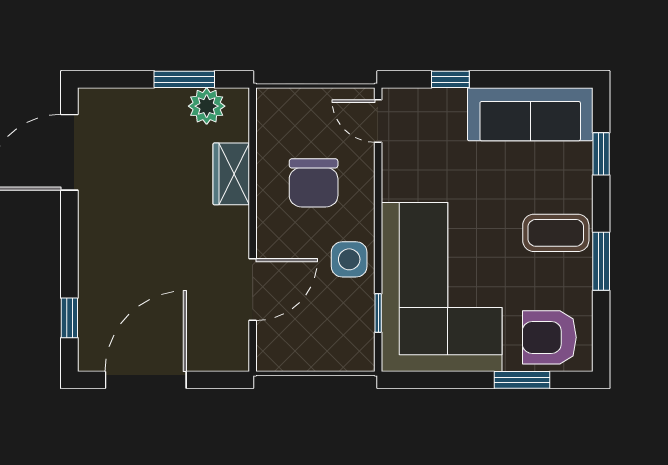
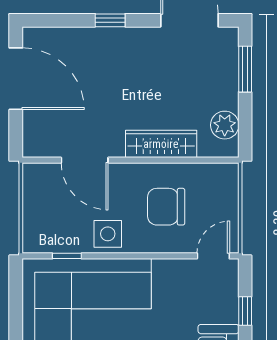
window: (184, 79) -> (245, 69), moved
wardrobe: (231, 174) -> (161, 144), width x1.50
window: (69, 318) -> (110, 20), moved

